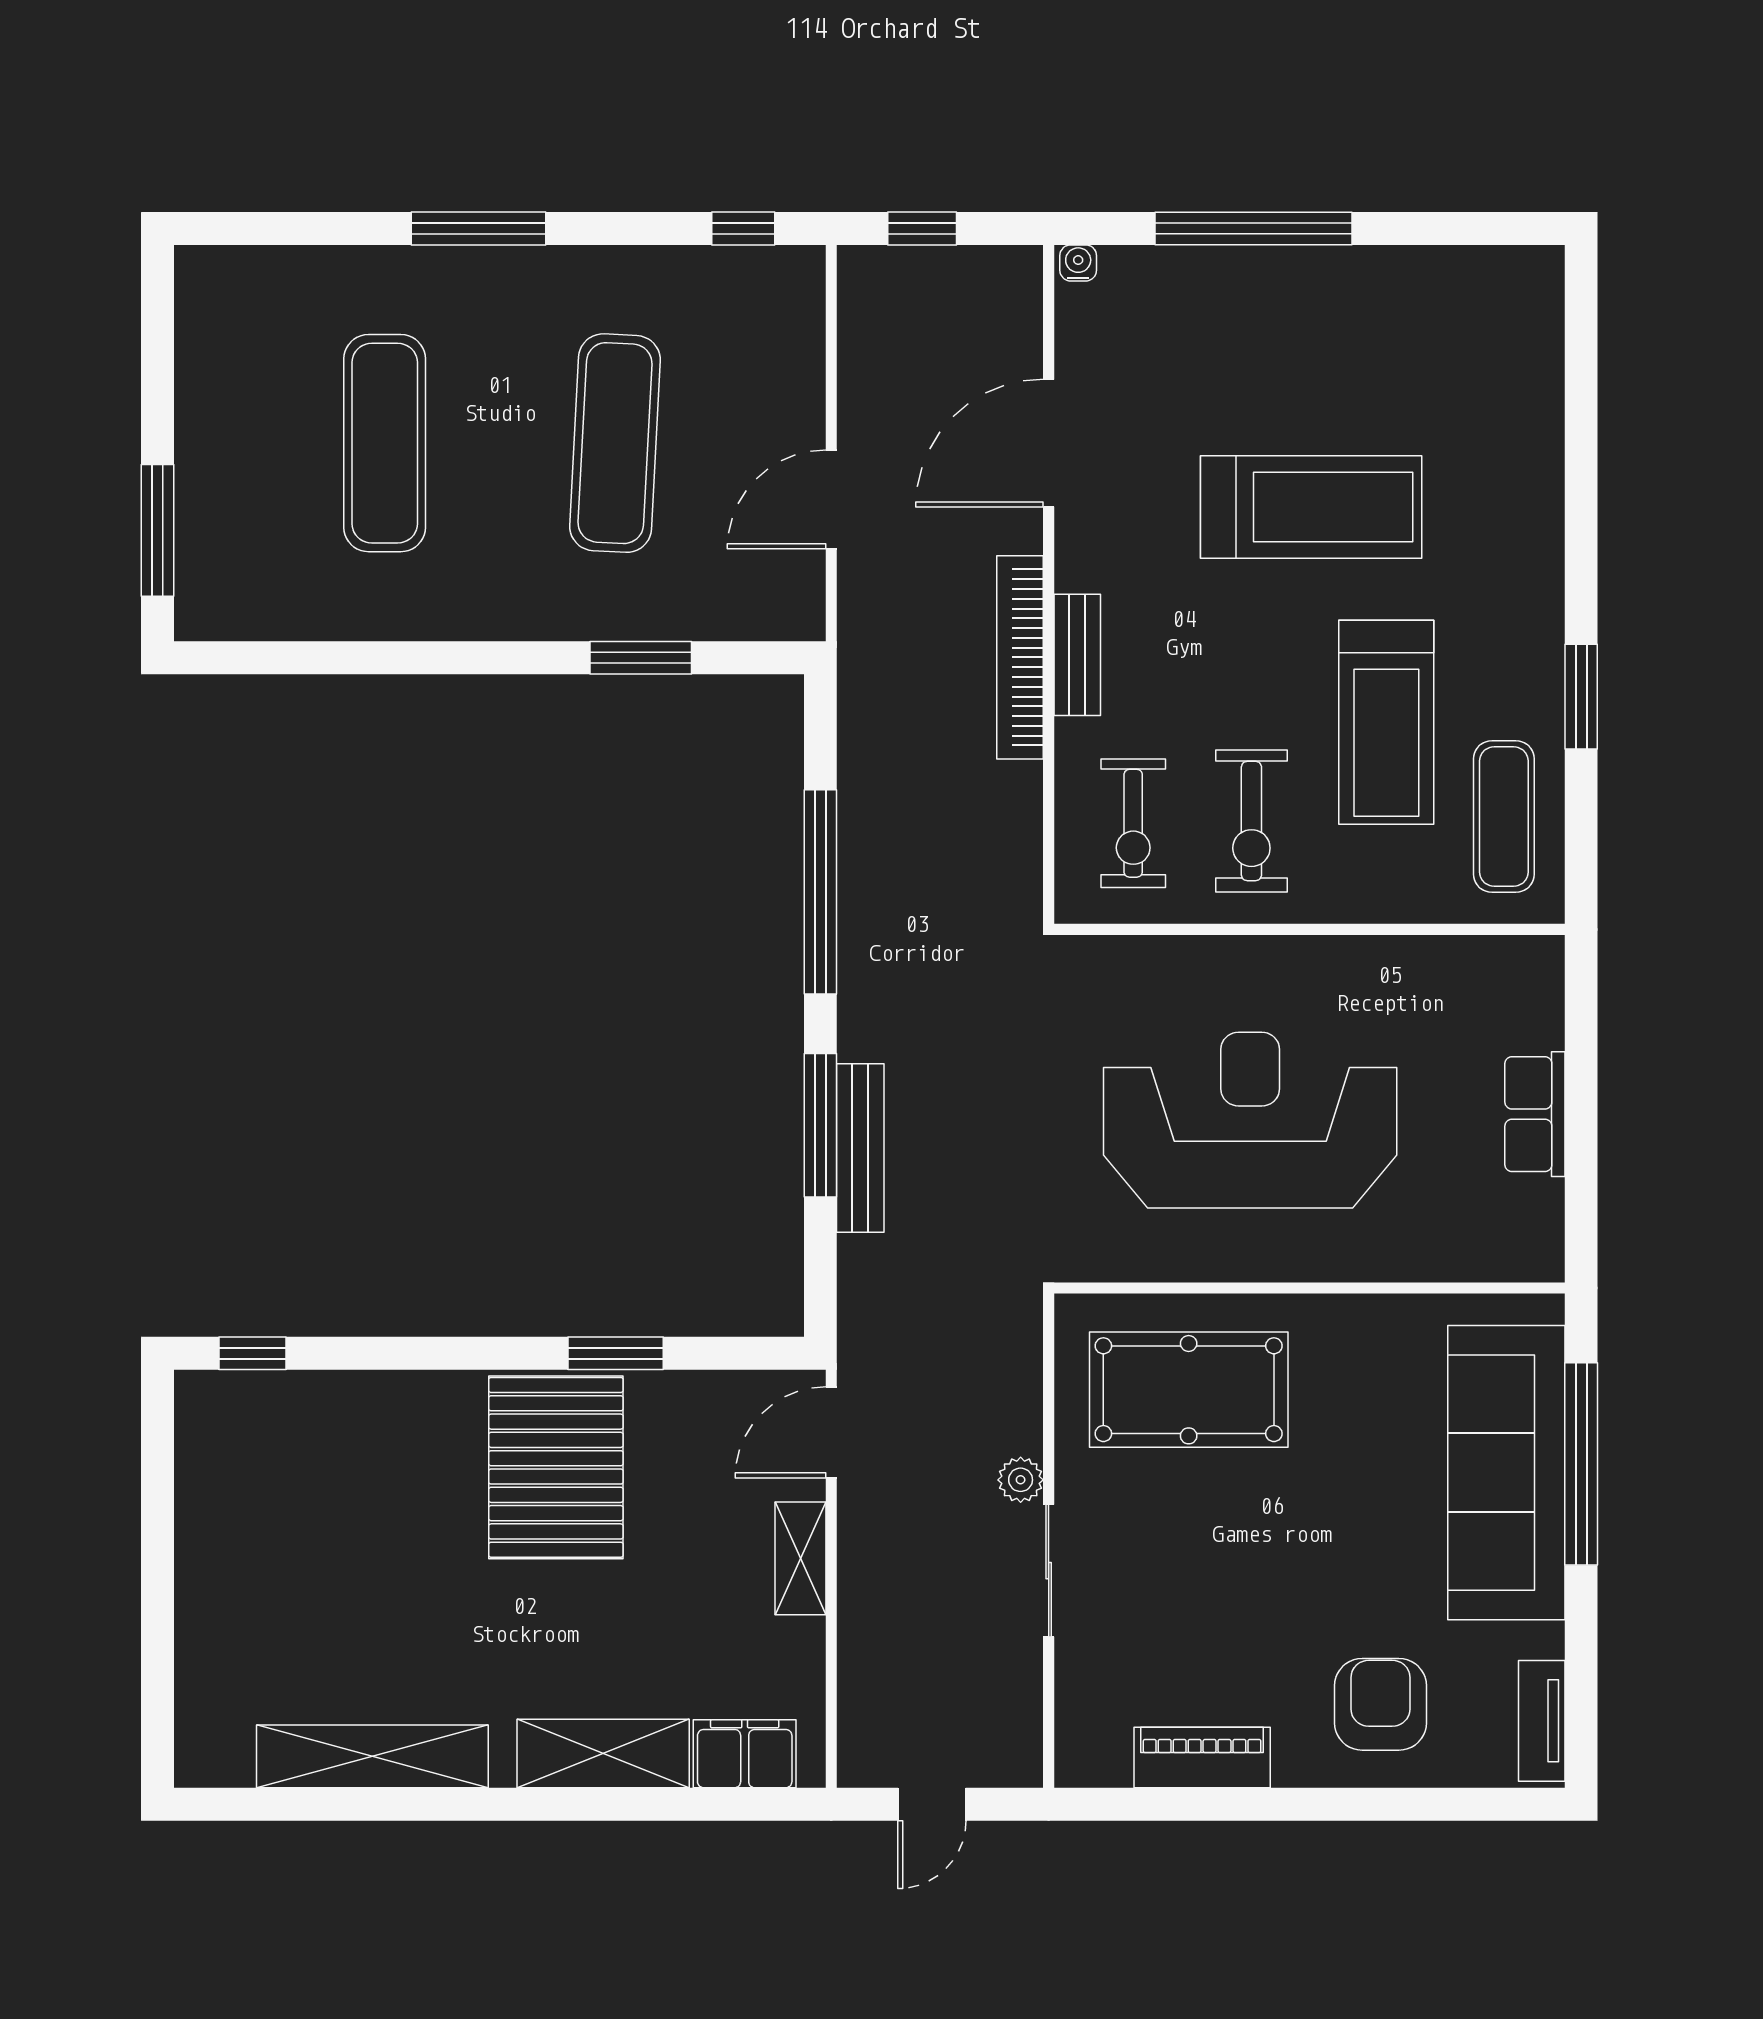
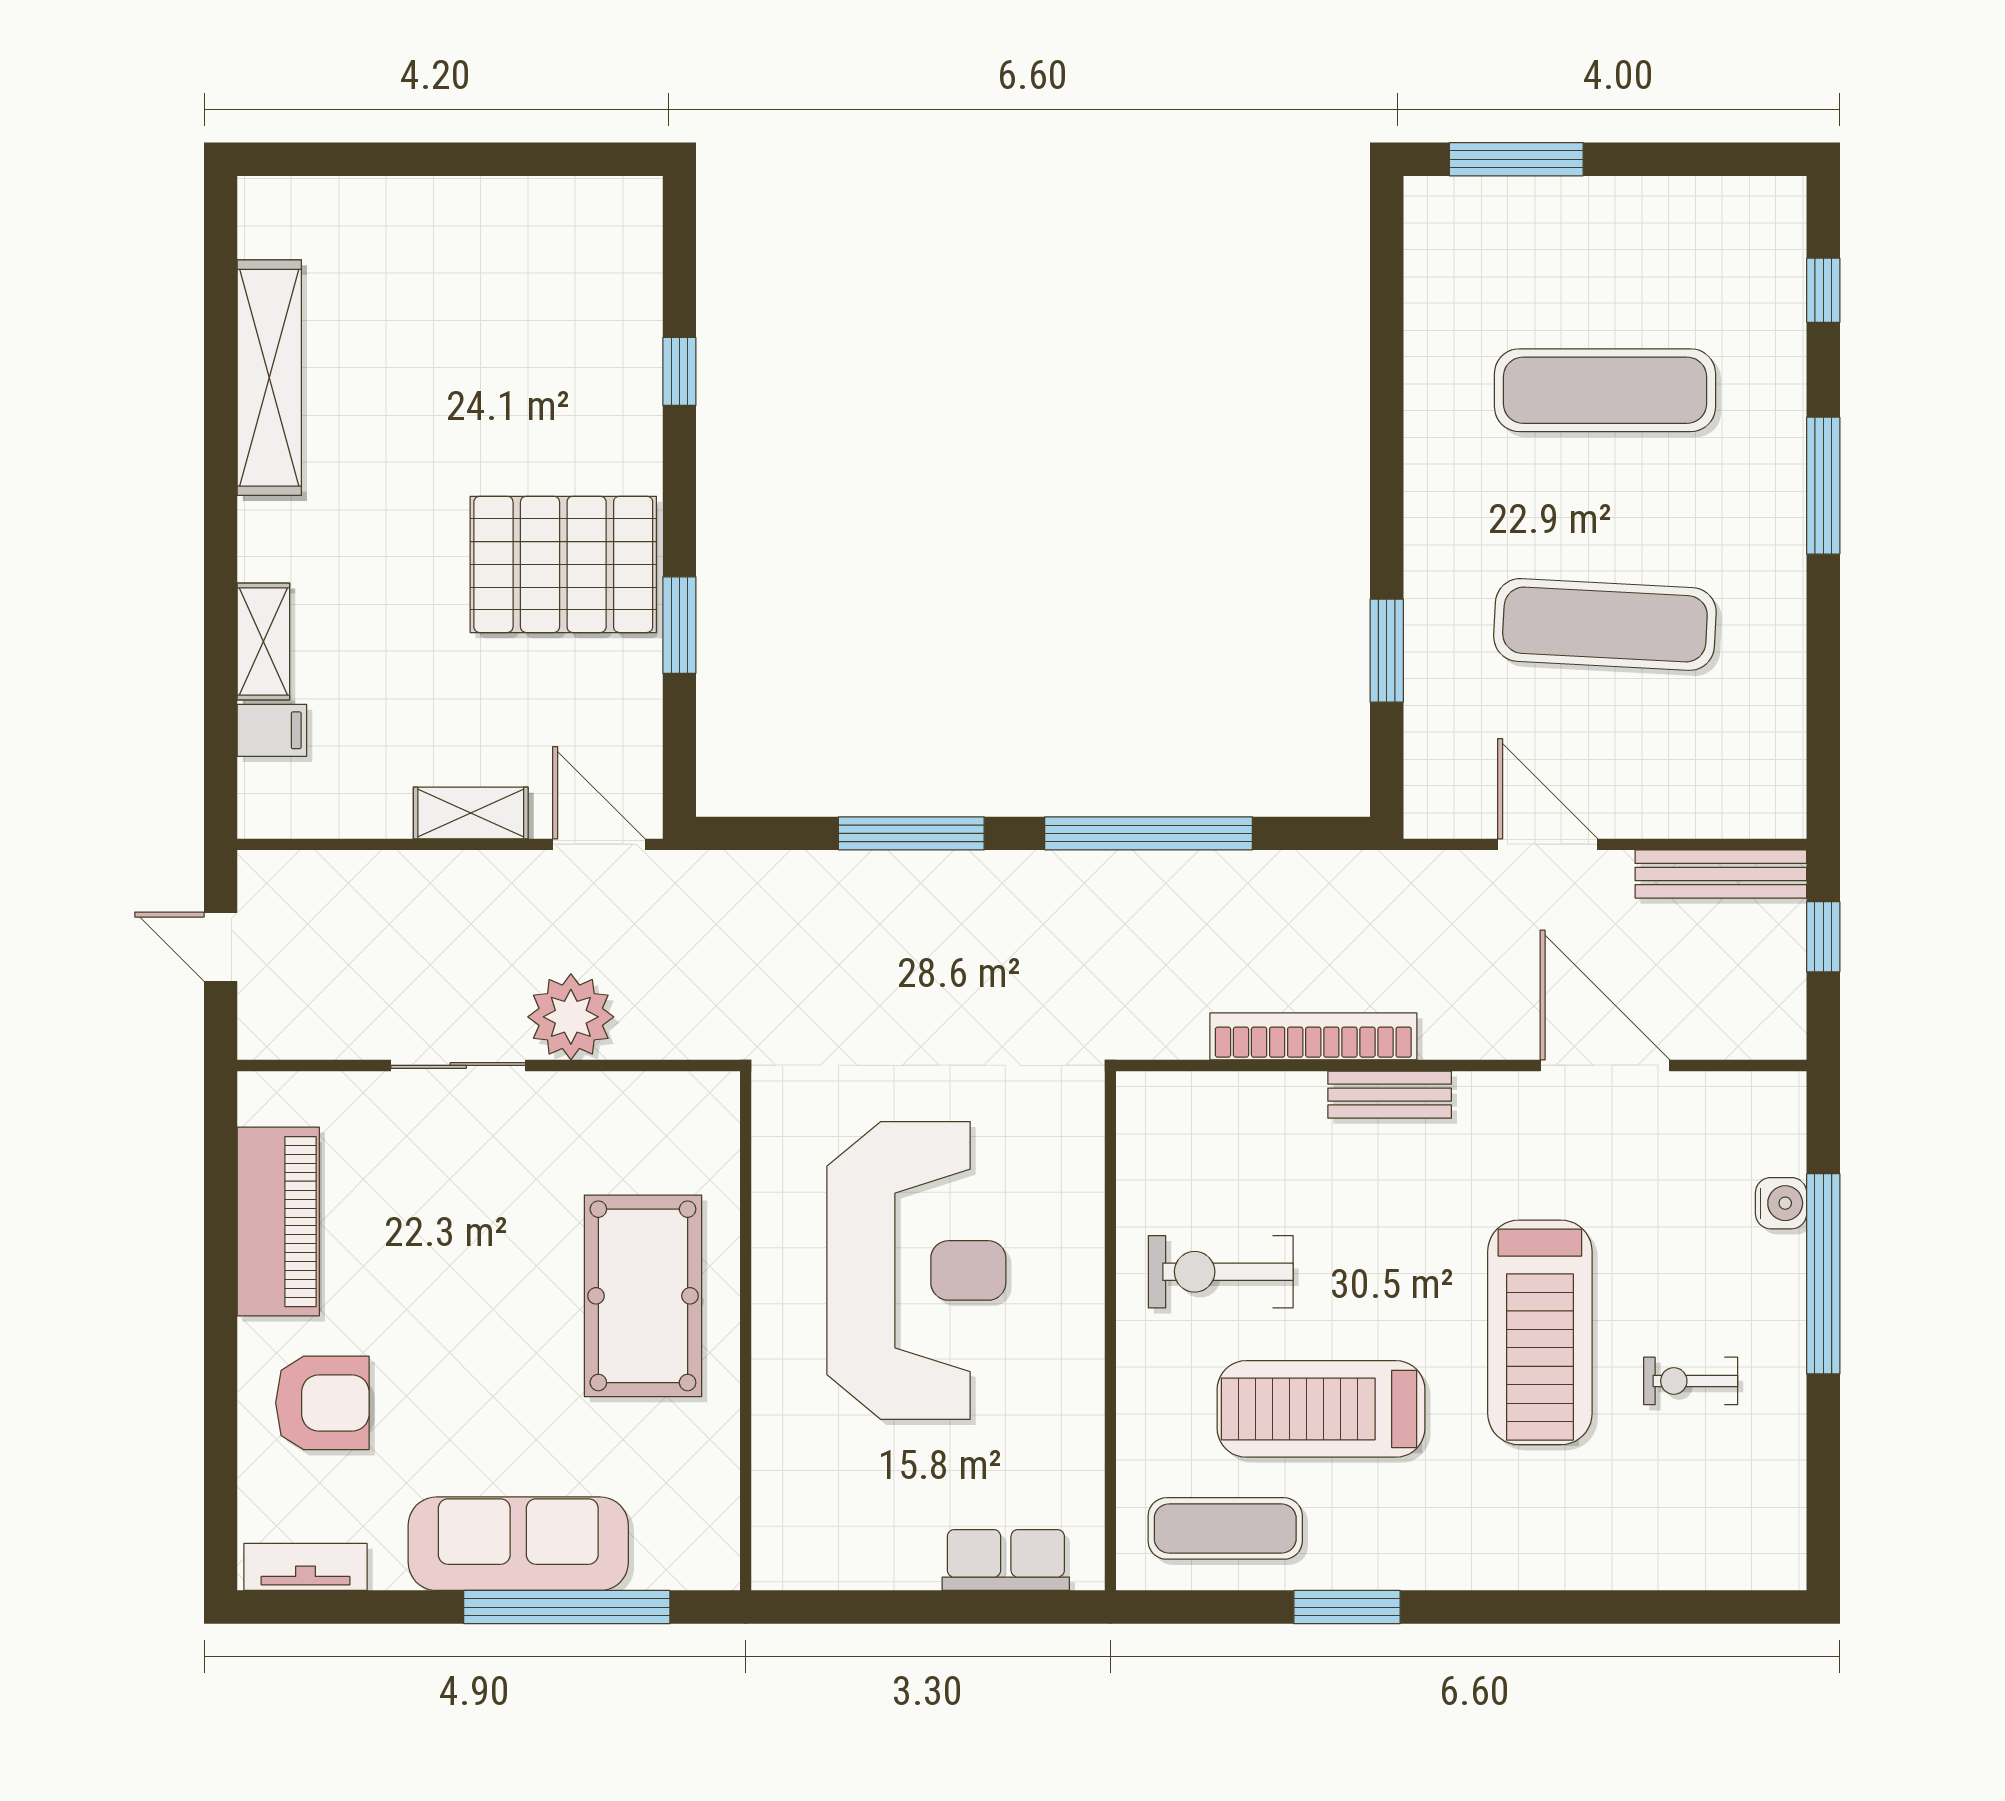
window: (743, 228) -> (1823, 290), moved
water cooler: (1078, 263) -> (1781, 1203), moved, width x1.38, depth x1.38
bookcase: (1020, 657) -> (1313, 1036), moved
exercise bike: (1133, 823) -> (1691, 1381), moved, width x0.73, depth x0.72
row of seats: (1535, 1114) -> (1006, 1560), moved
bench: (860, 1148) -> (1721, 874), moved
window: (252, 1353) -> (679, 371), moved
pool table: (1189, 1390) -> (643, 1296), moved
sofa: (1506, 1473) -> (518, 1544), width x0.74, depth x0.79
plant: (1021, 1480) -> (571, 1017), width x1.88, depth x1.88
shelving: (603, 1754) -> (263, 642), width x0.67, depth x0.75
filing cabinet: (745, 1754) -> (272, 730), width x0.50
piano: (1202, 1758) -> (278, 1222), width x1.37, depth x1.33

